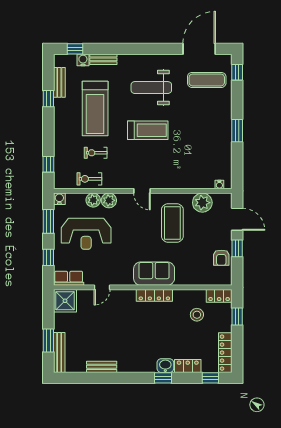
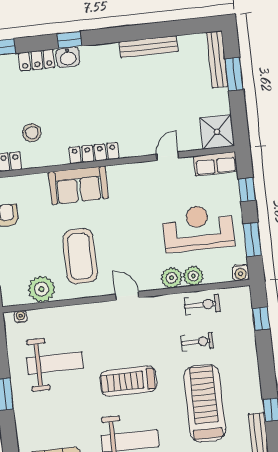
weight bench: (199, 149) -> (55, 363), added
sofa: (154, 274) -> (78, 185), moved
bench: (102, 367) -> (148, 47), width x1.36

